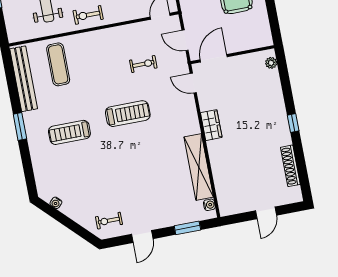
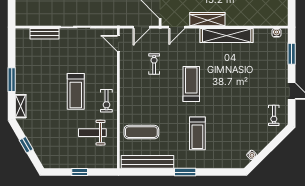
wardrobe: (211, 125) -> (207, 19), width x1.50
shelving: (199, 167) -> (227, 36), moved

